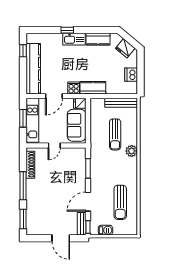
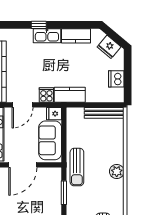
sun lounger: (115, 134) -> (77, 167), moved
door: (54, 146) -> (23, 165), width x1.88

